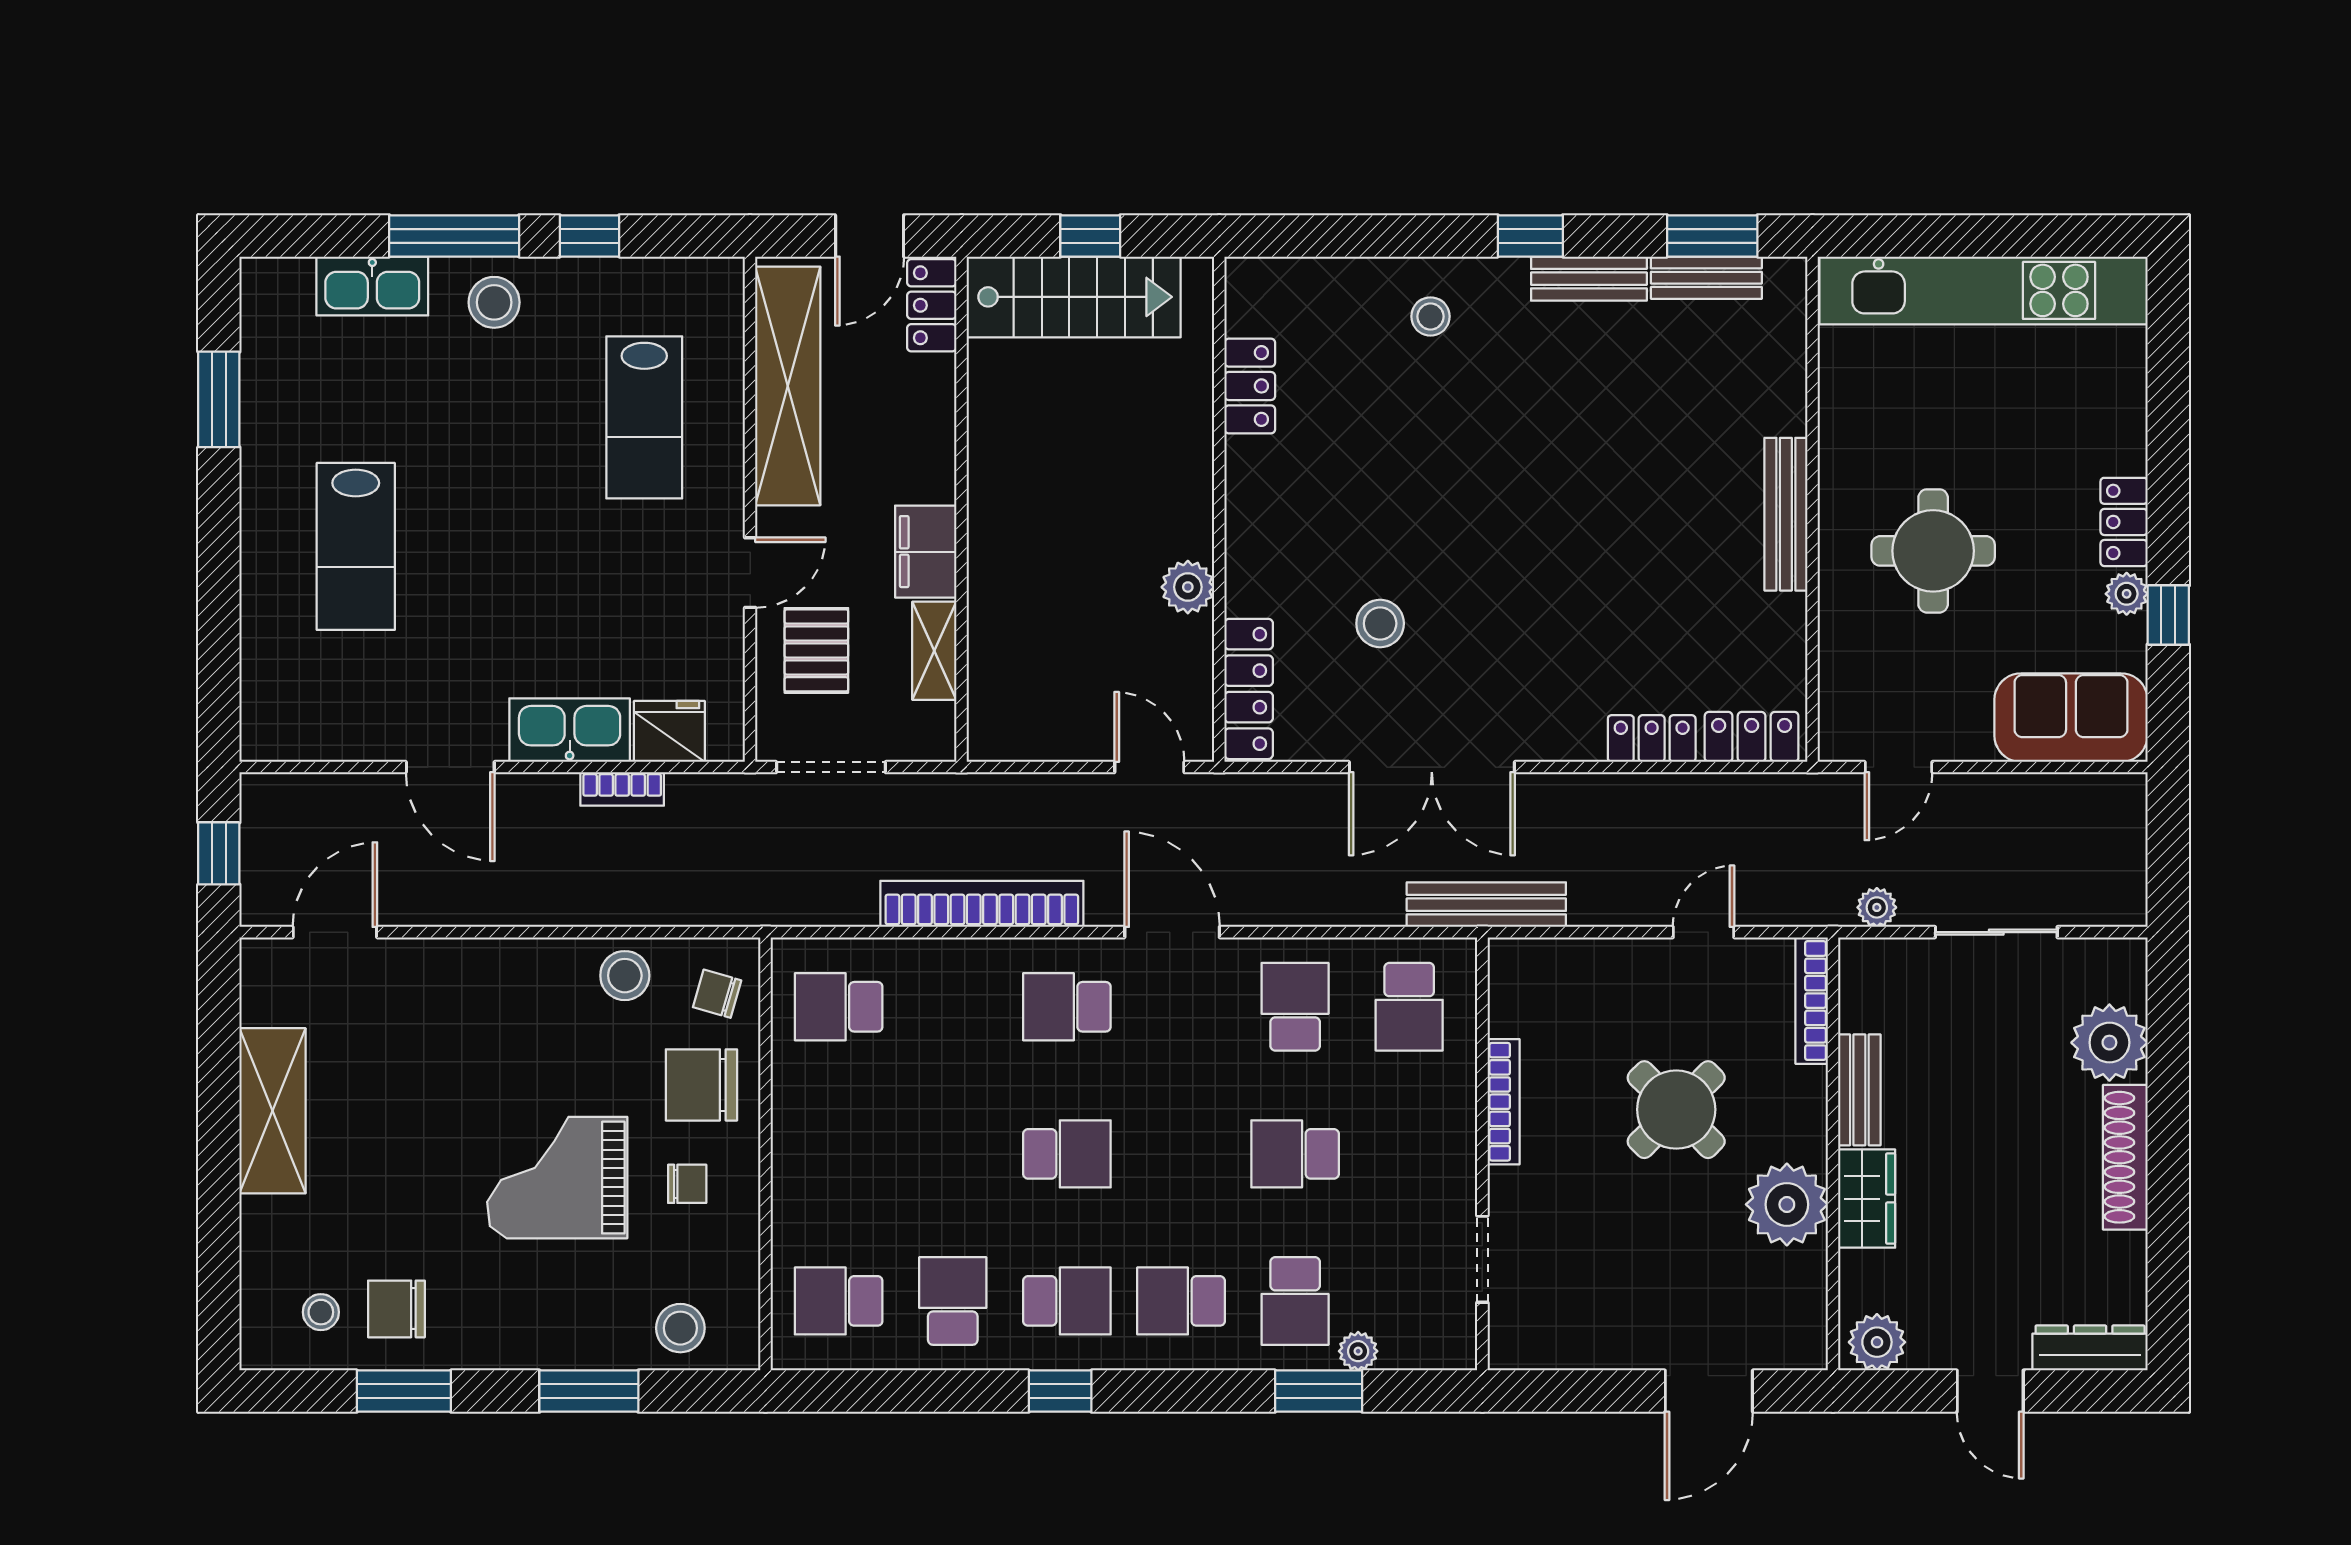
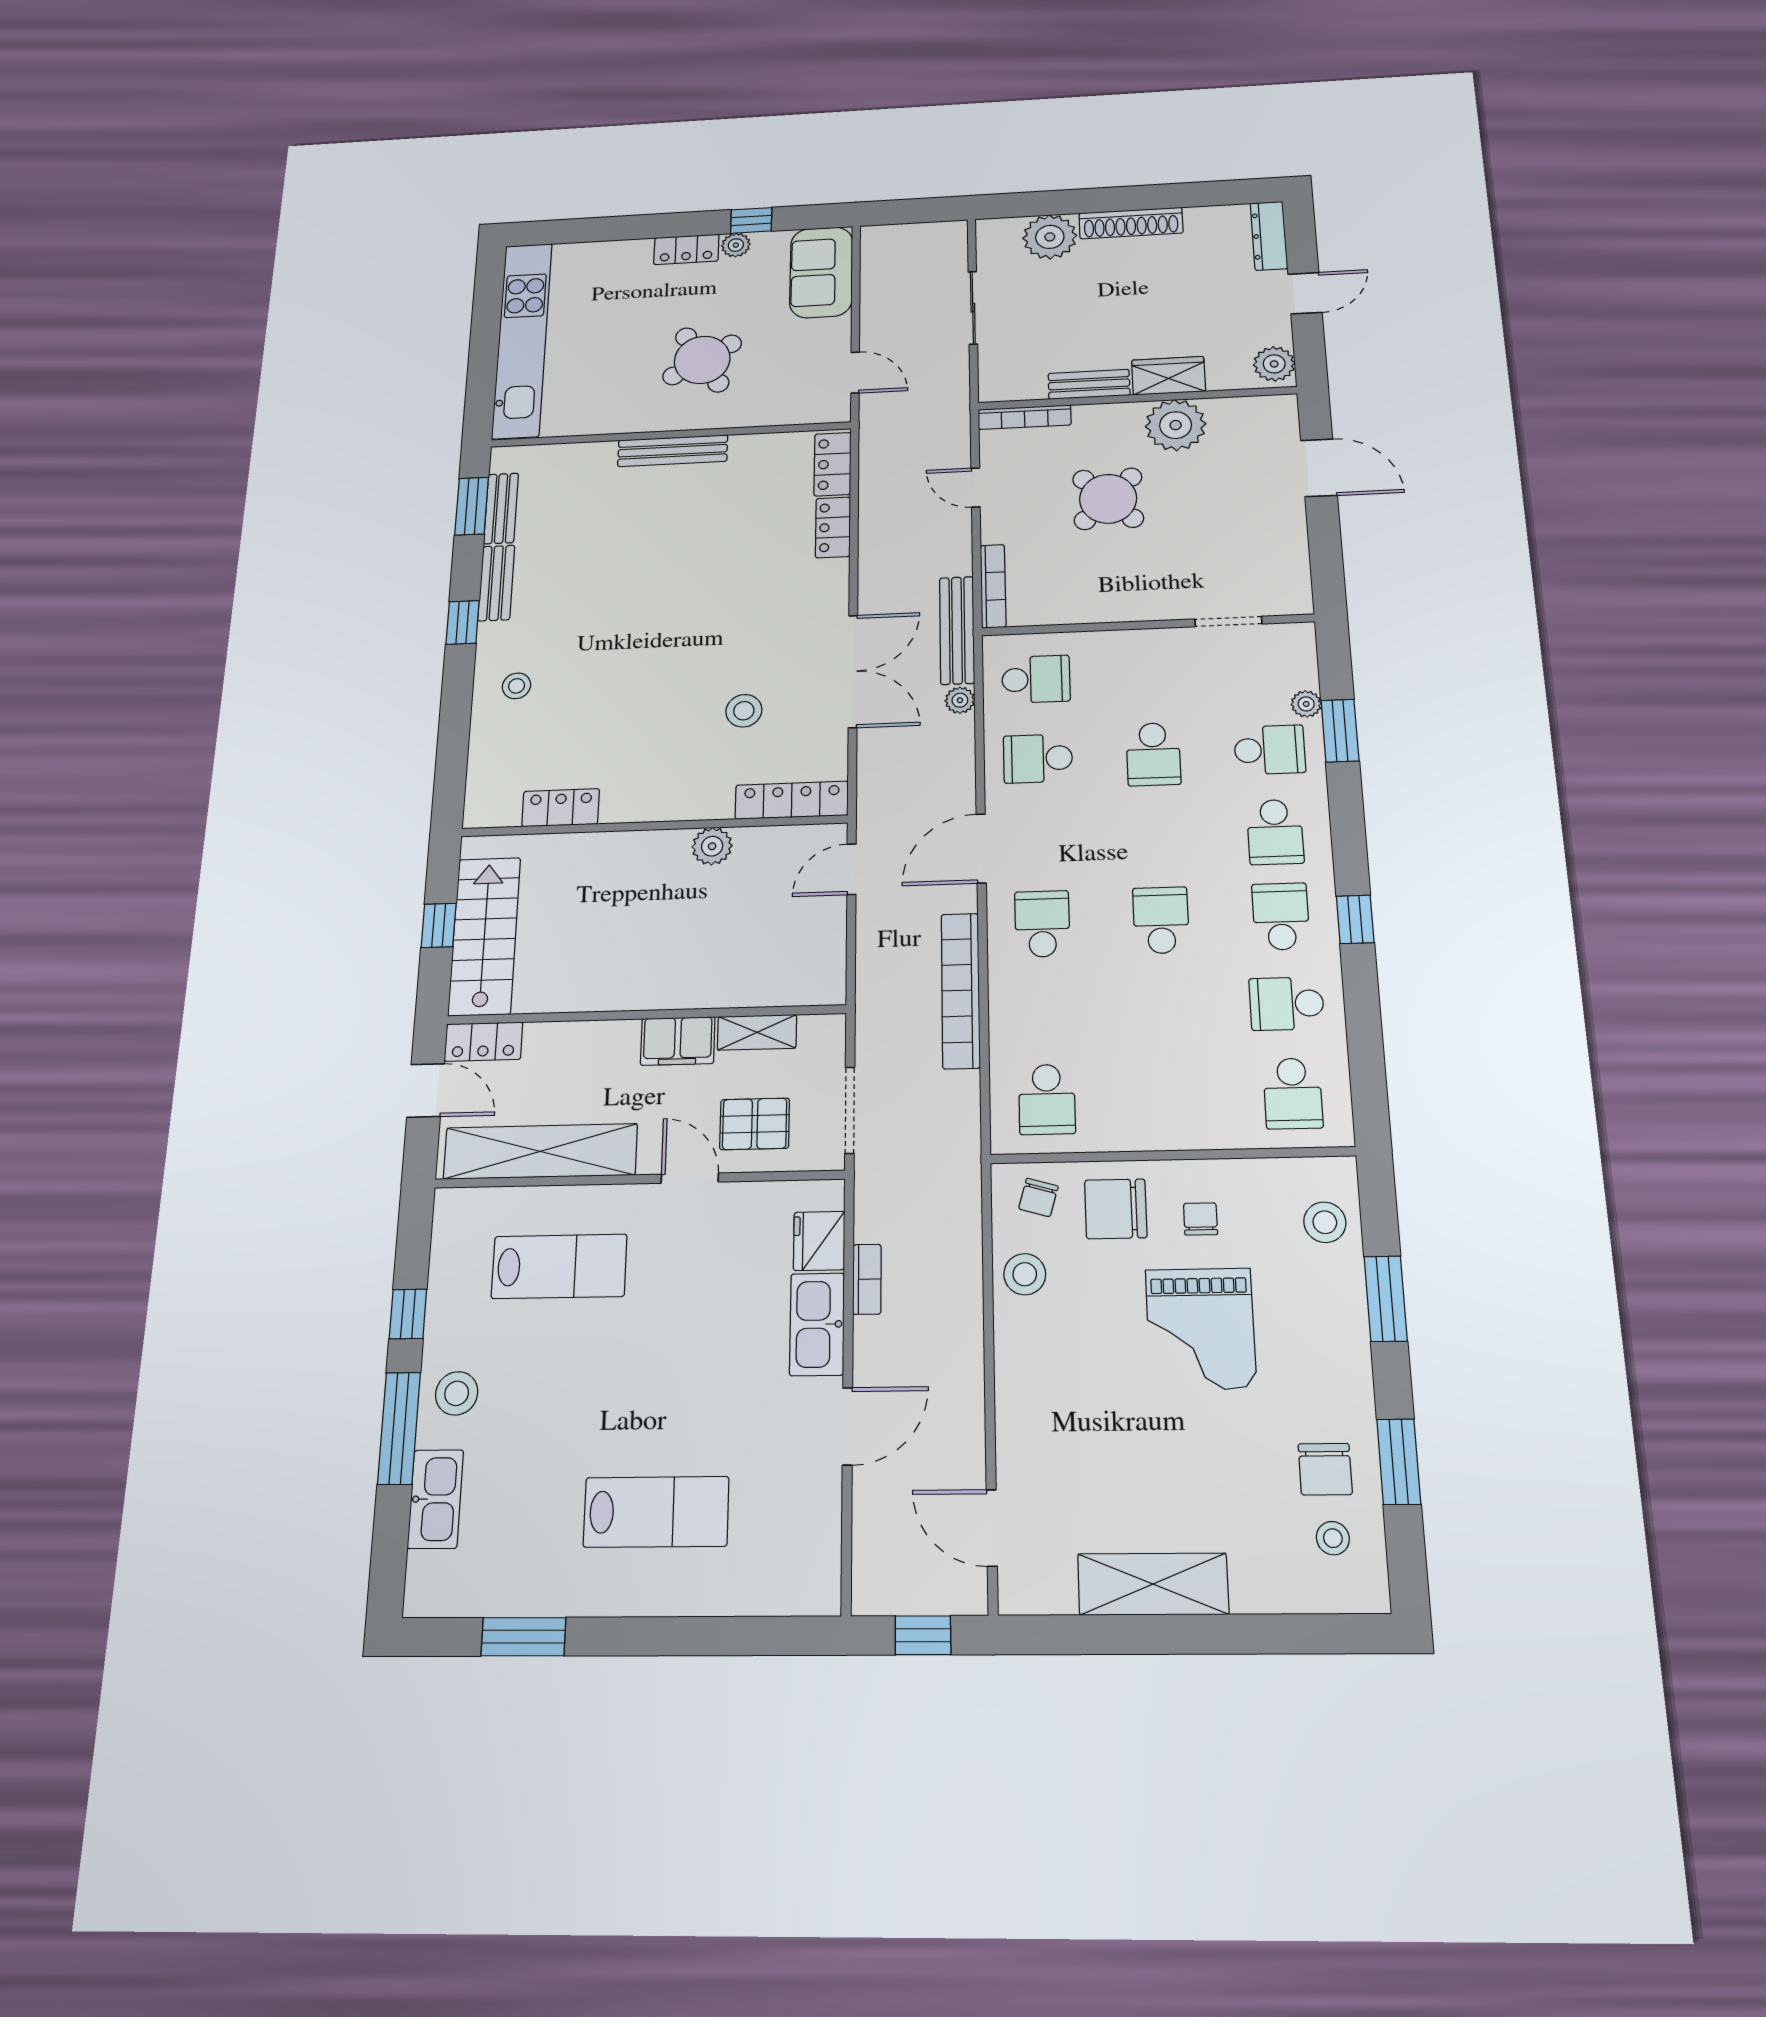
round table: (1933, 551) -> (702, 360), turned -31
plant: (1877, 907) -> (960, 700), moved
school desk: (1067, 1007) -> (1042, 924), turned 180
chair: (701, 1085) -> (1116, 1209), turned 90
bookcase: (1504, 1102) -> (993, 586), moved, turned 90

